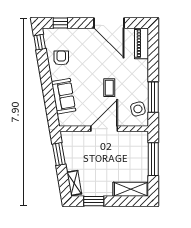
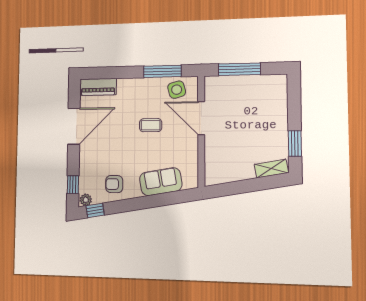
plant: (48, 34) -> (86, 200), added
door: (104, 129) -> (201, 118), moved
window: (59, 154) -> (234, 188), removed
shelving: (131, 189) -> (279, 97), removed

